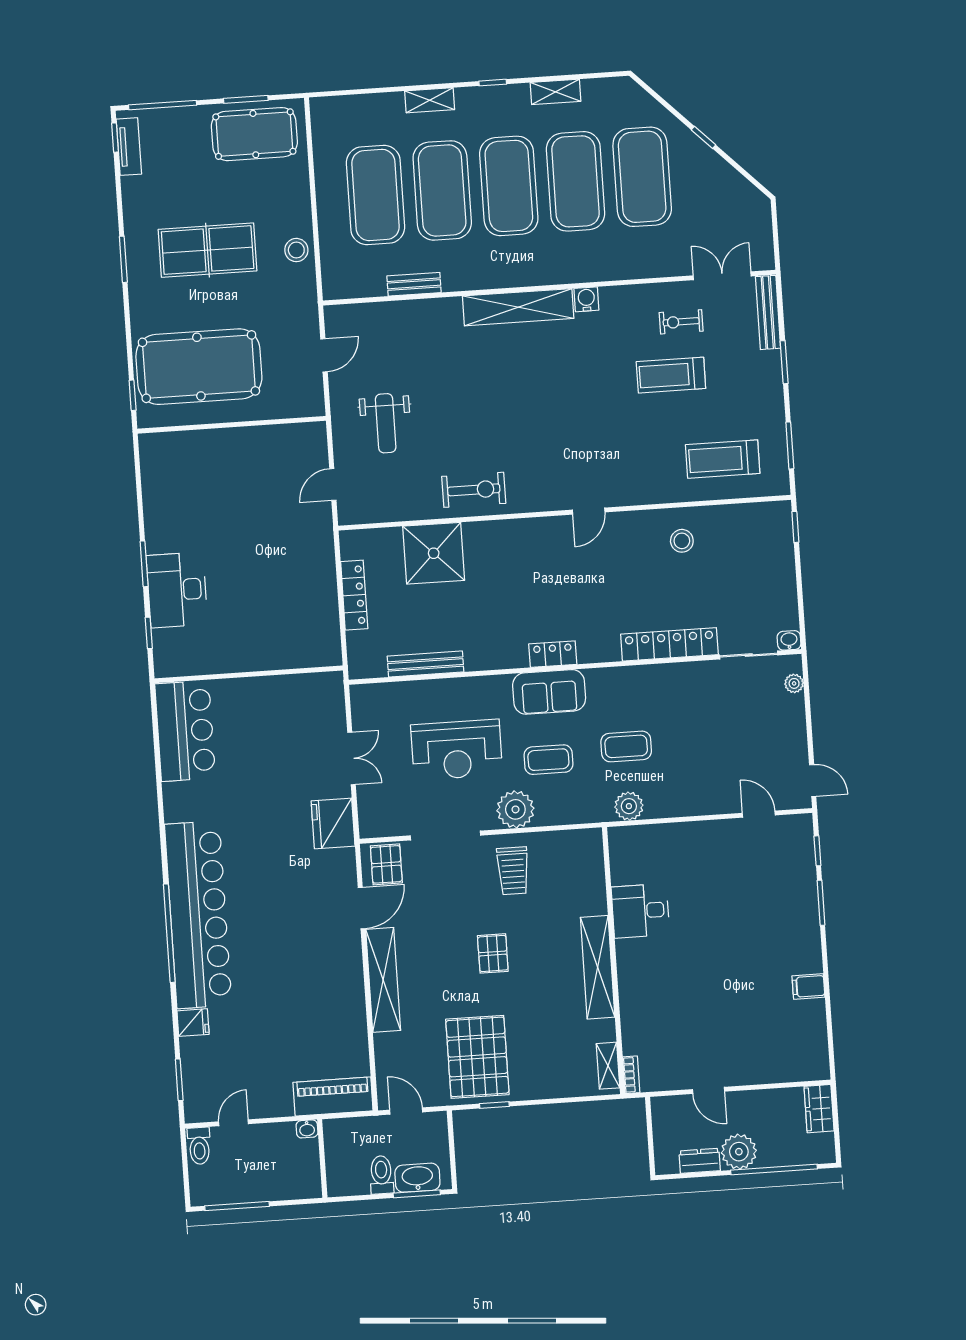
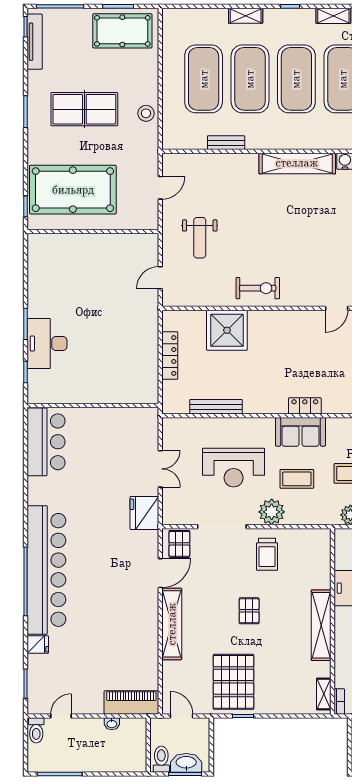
tv unit: (129, 147) -> (35, 42), width x1.41
wall: (322, 1159) -> (148, 745), moved

